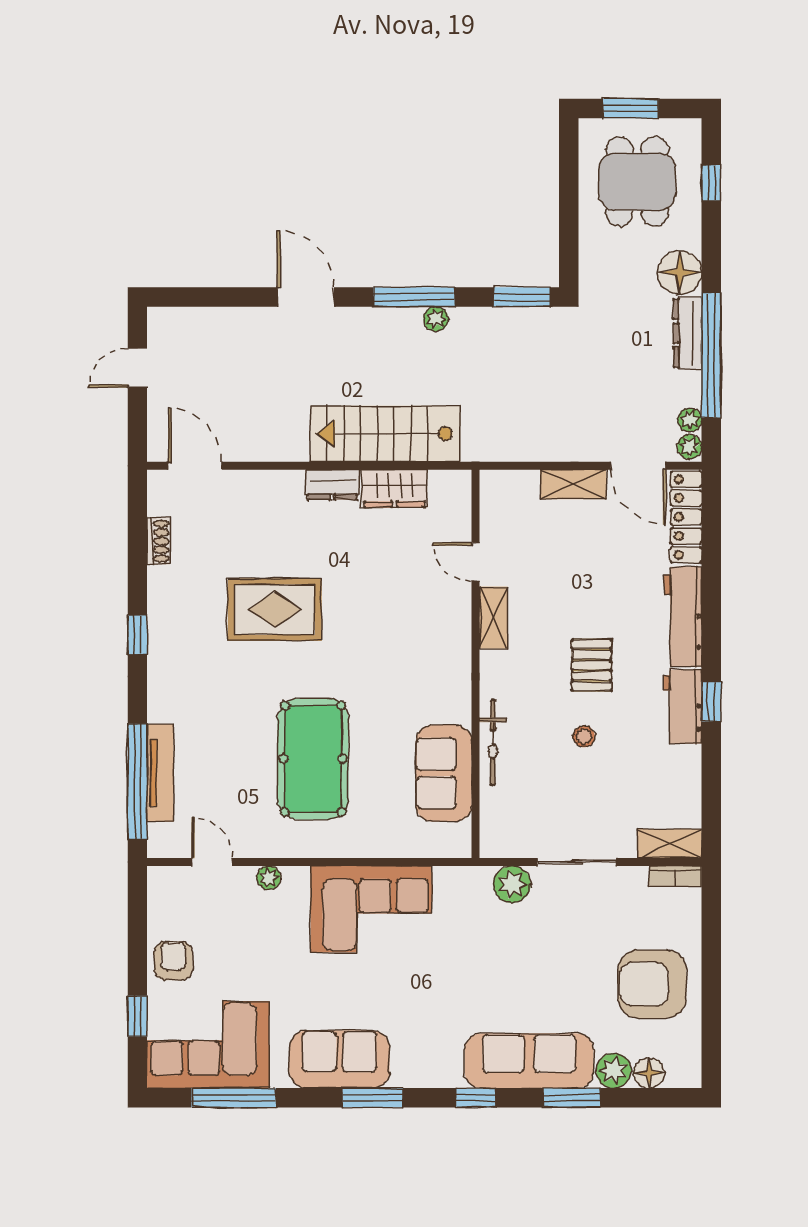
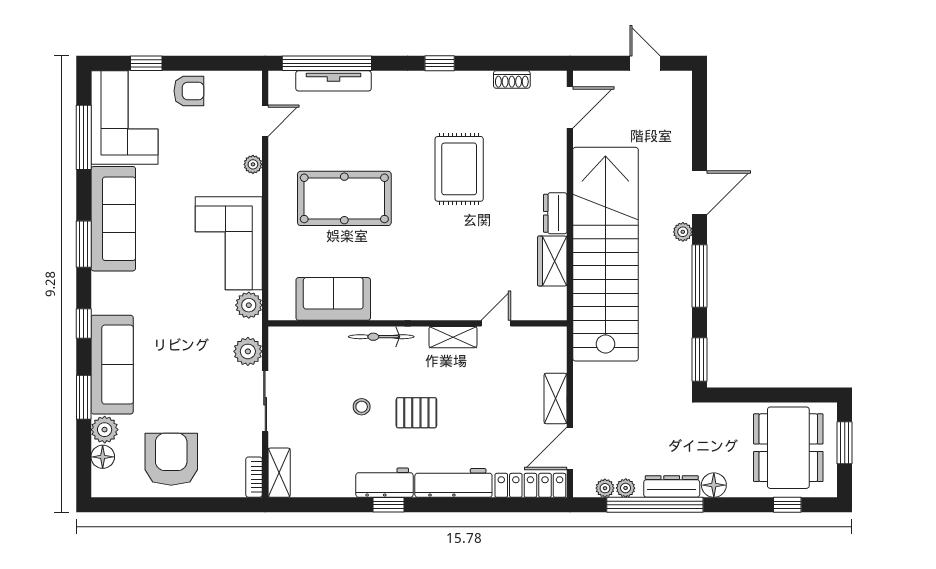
dining table: (637, 182) -> (788, 448), width x1.38
floor lamp: (680, 272) -> (714, 485), width x0.73, depth x0.73
plant: (436, 319) -> (683, 232), moved
stairs: (386, 434) -> (605, 254), width x1.86, depth x1.51
plant: (690, 447) -> (626, 488), moved
bicycle: (493, 743) -> (381, 337), moved
plant: (452, 883) -> (249, 305), added
sofa: (339, 1059) -> (113, 219), width x1.36

